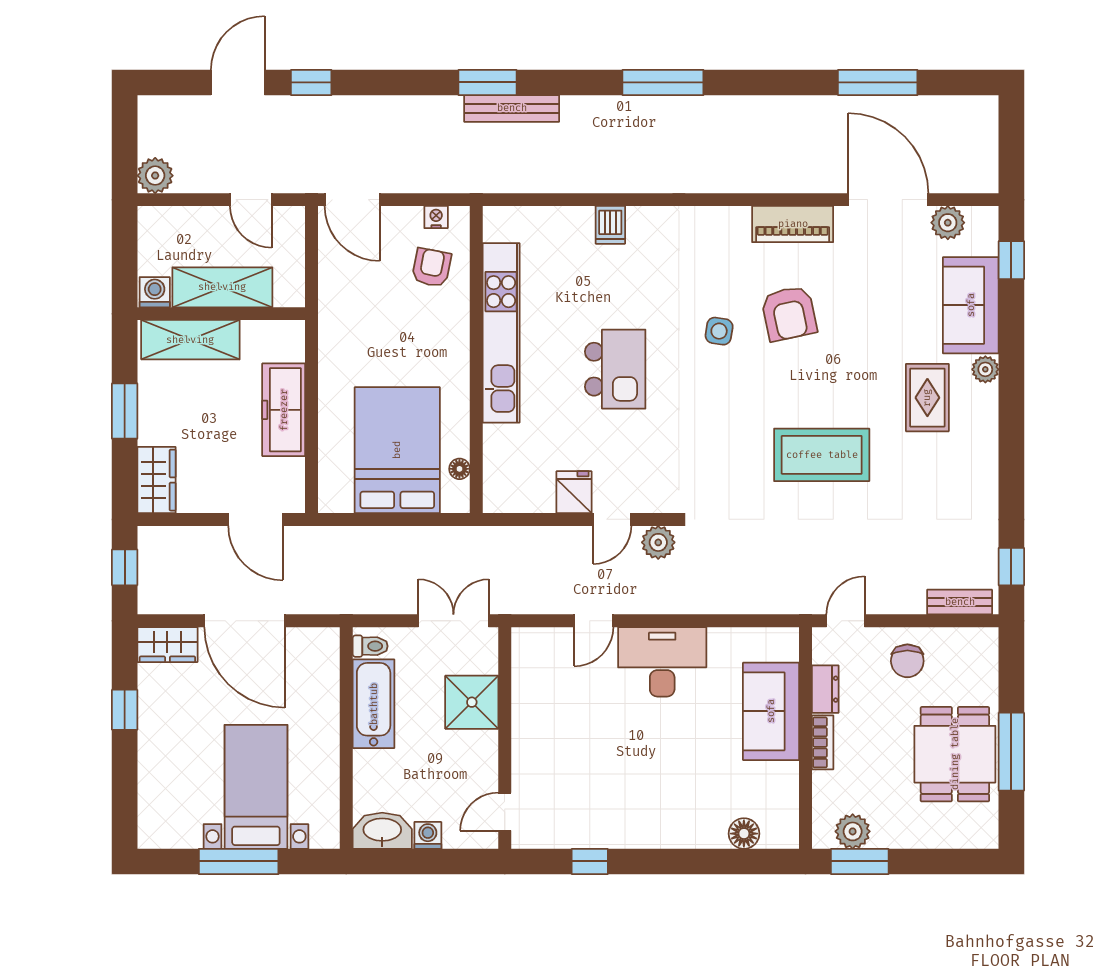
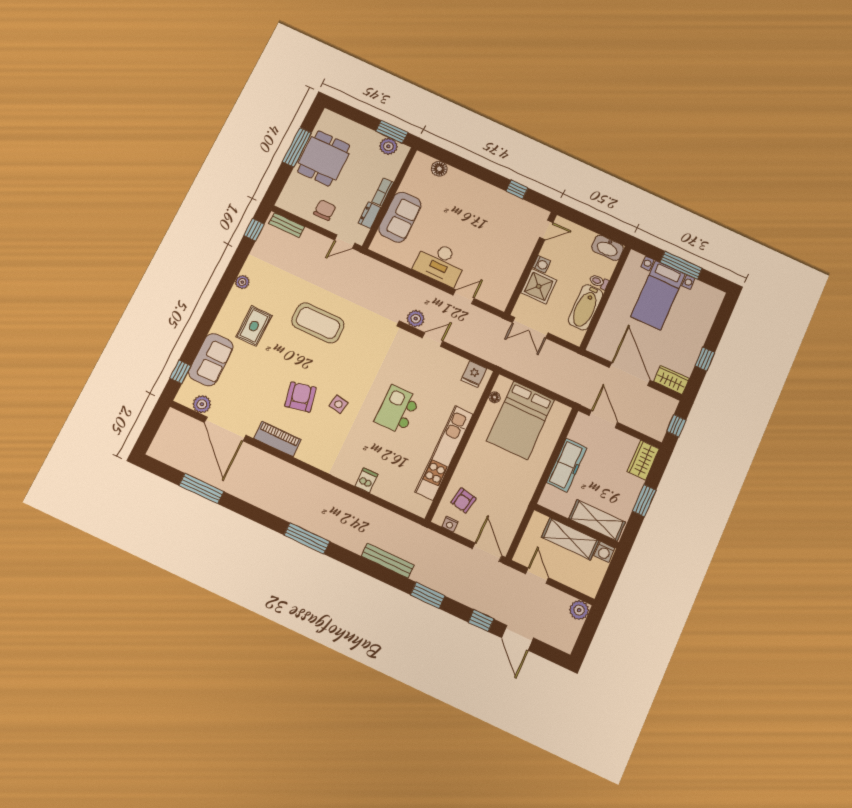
door: (238, 82) -> (517, 638), hinge flipped
window: (487, 82) -> (428, 595), moved
plant: (985, 369) -> (242, 282), moved
fridge: (574, 492) -> (474, 374), moved
toilet: (370, 646) -> (599, 282), moved
washing machine: (428, 835) -> (542, 264), moved, turned -90

